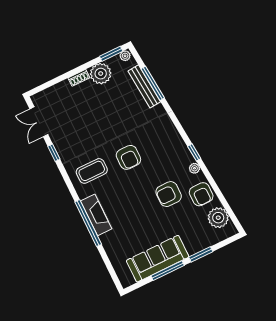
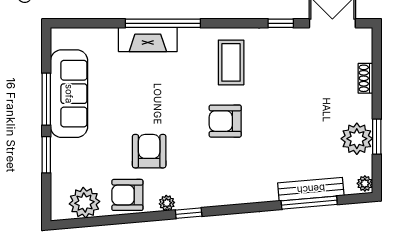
window: (111, 54) -> (377, 137), moved
shoe rack: (79, 78) -> (365, 78), moved
fireplace: (96, 215) -> (148, 39), moved

